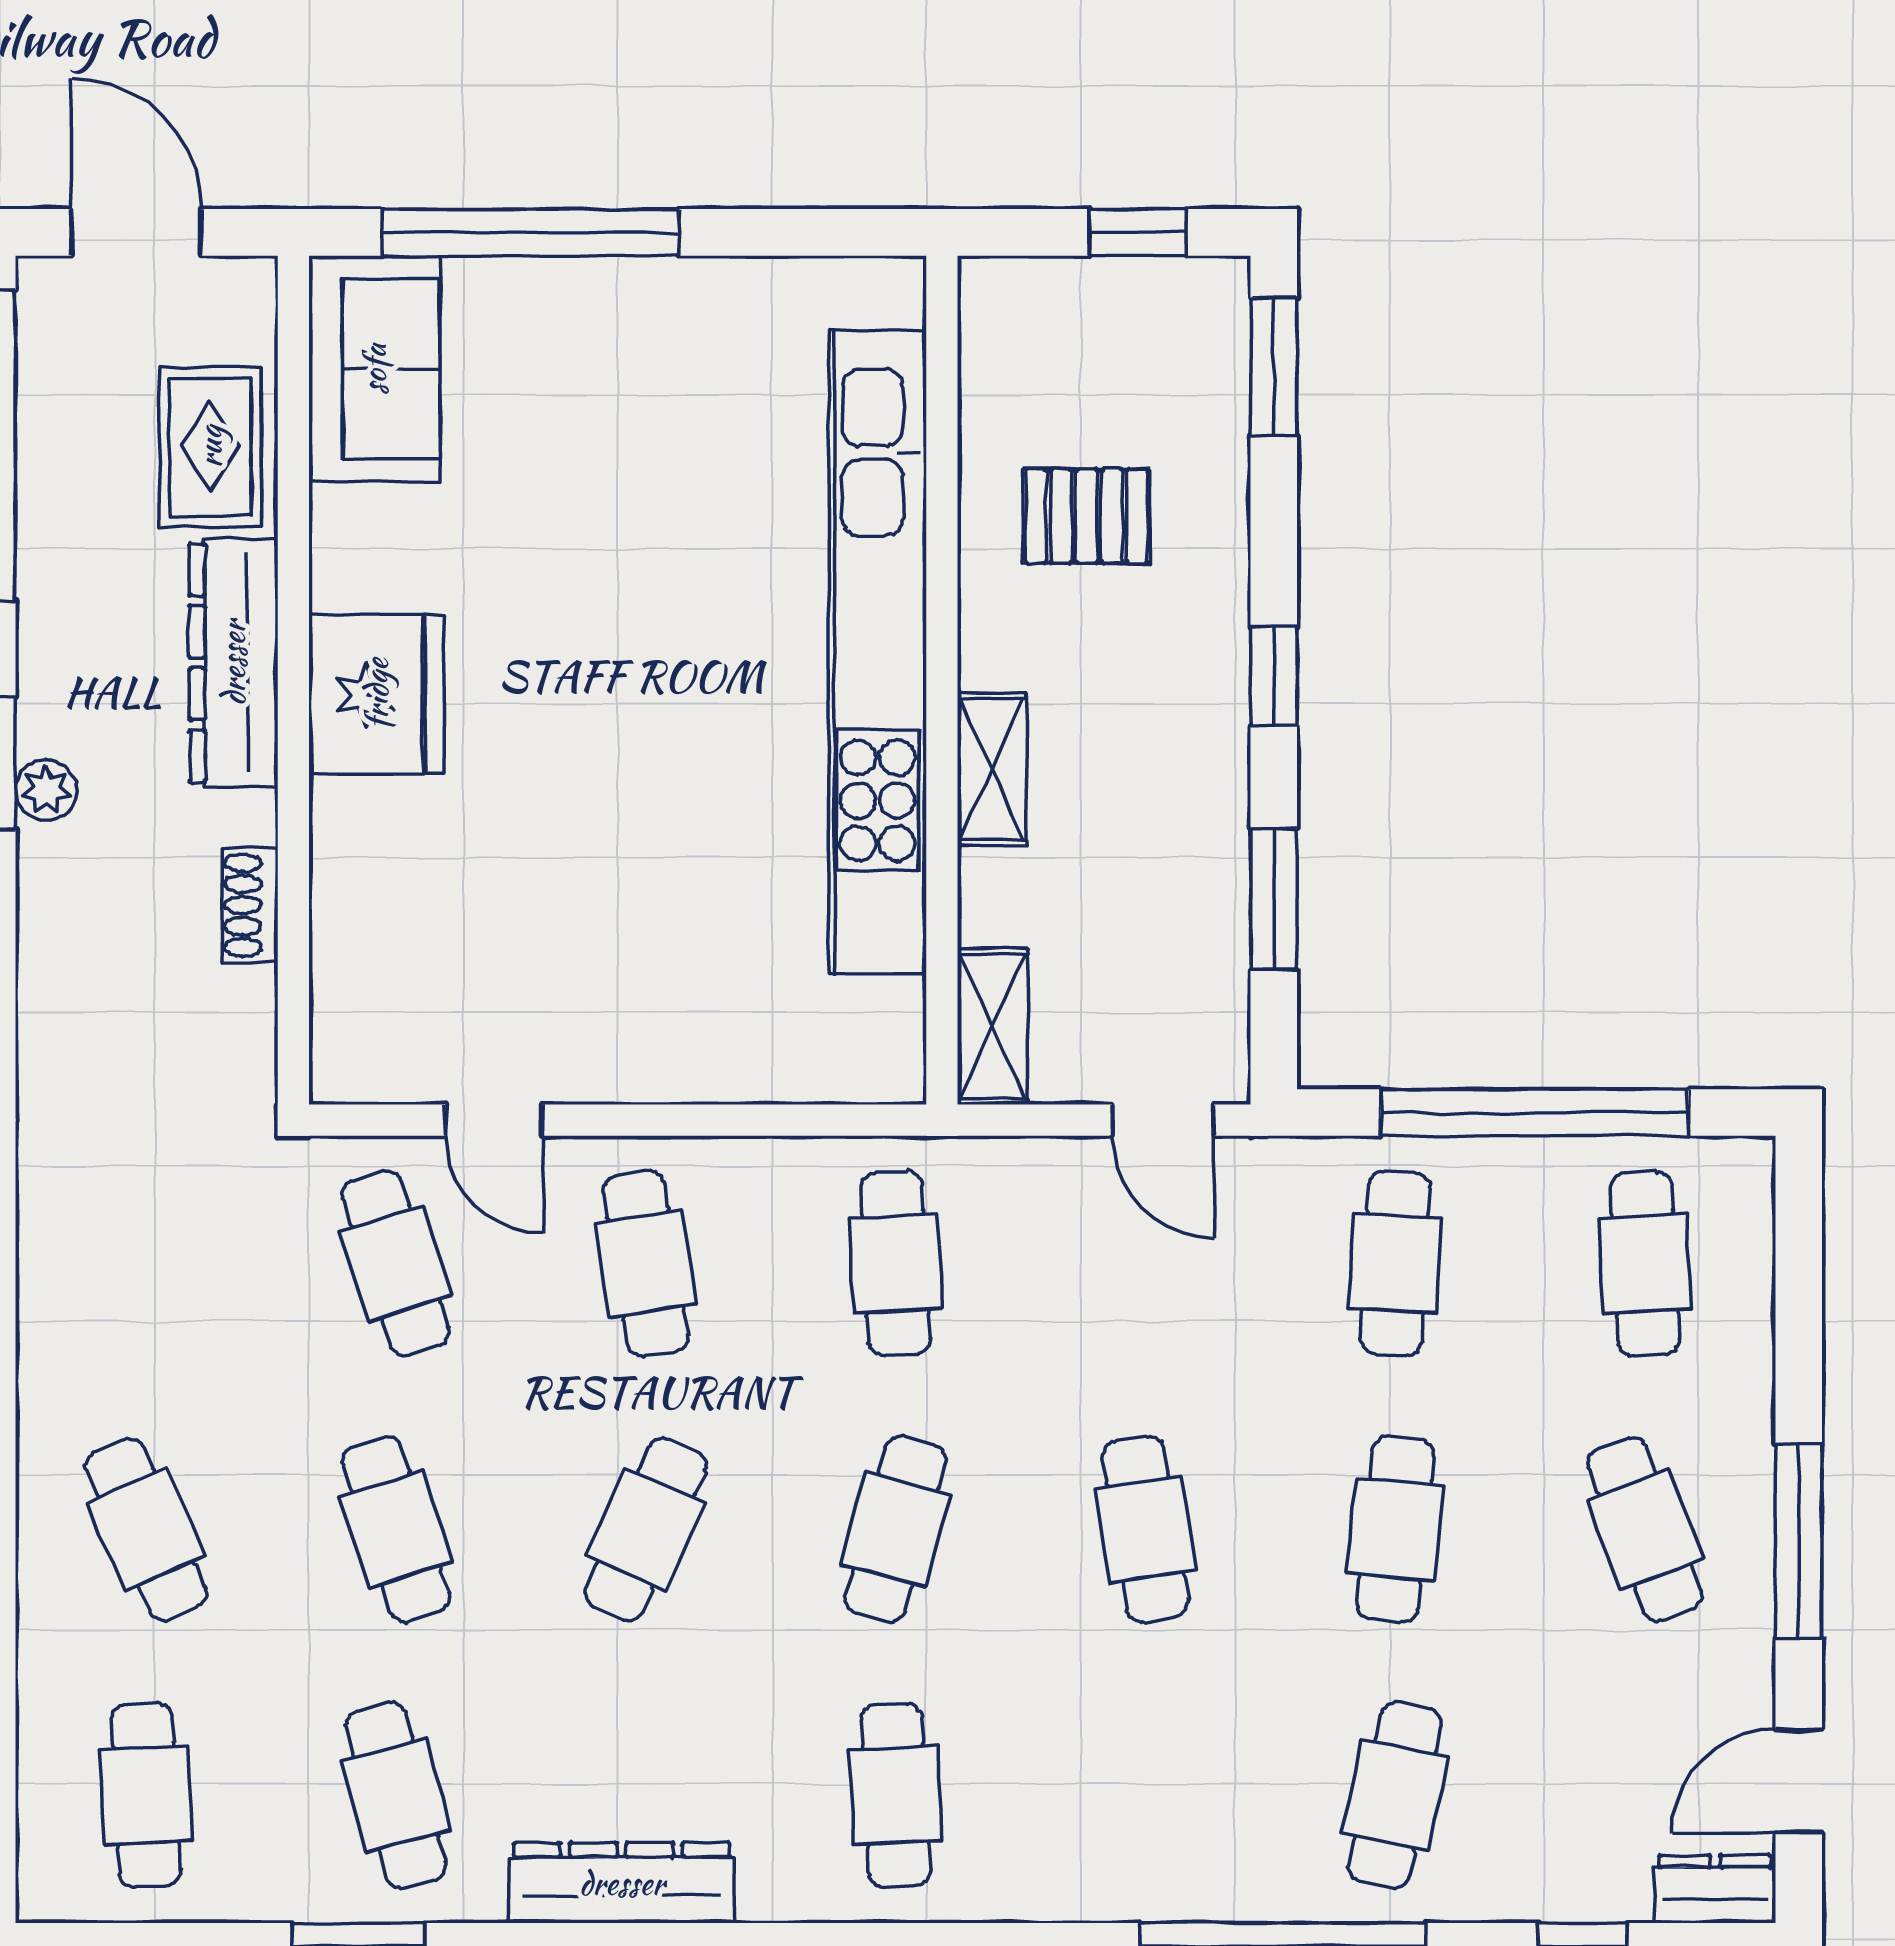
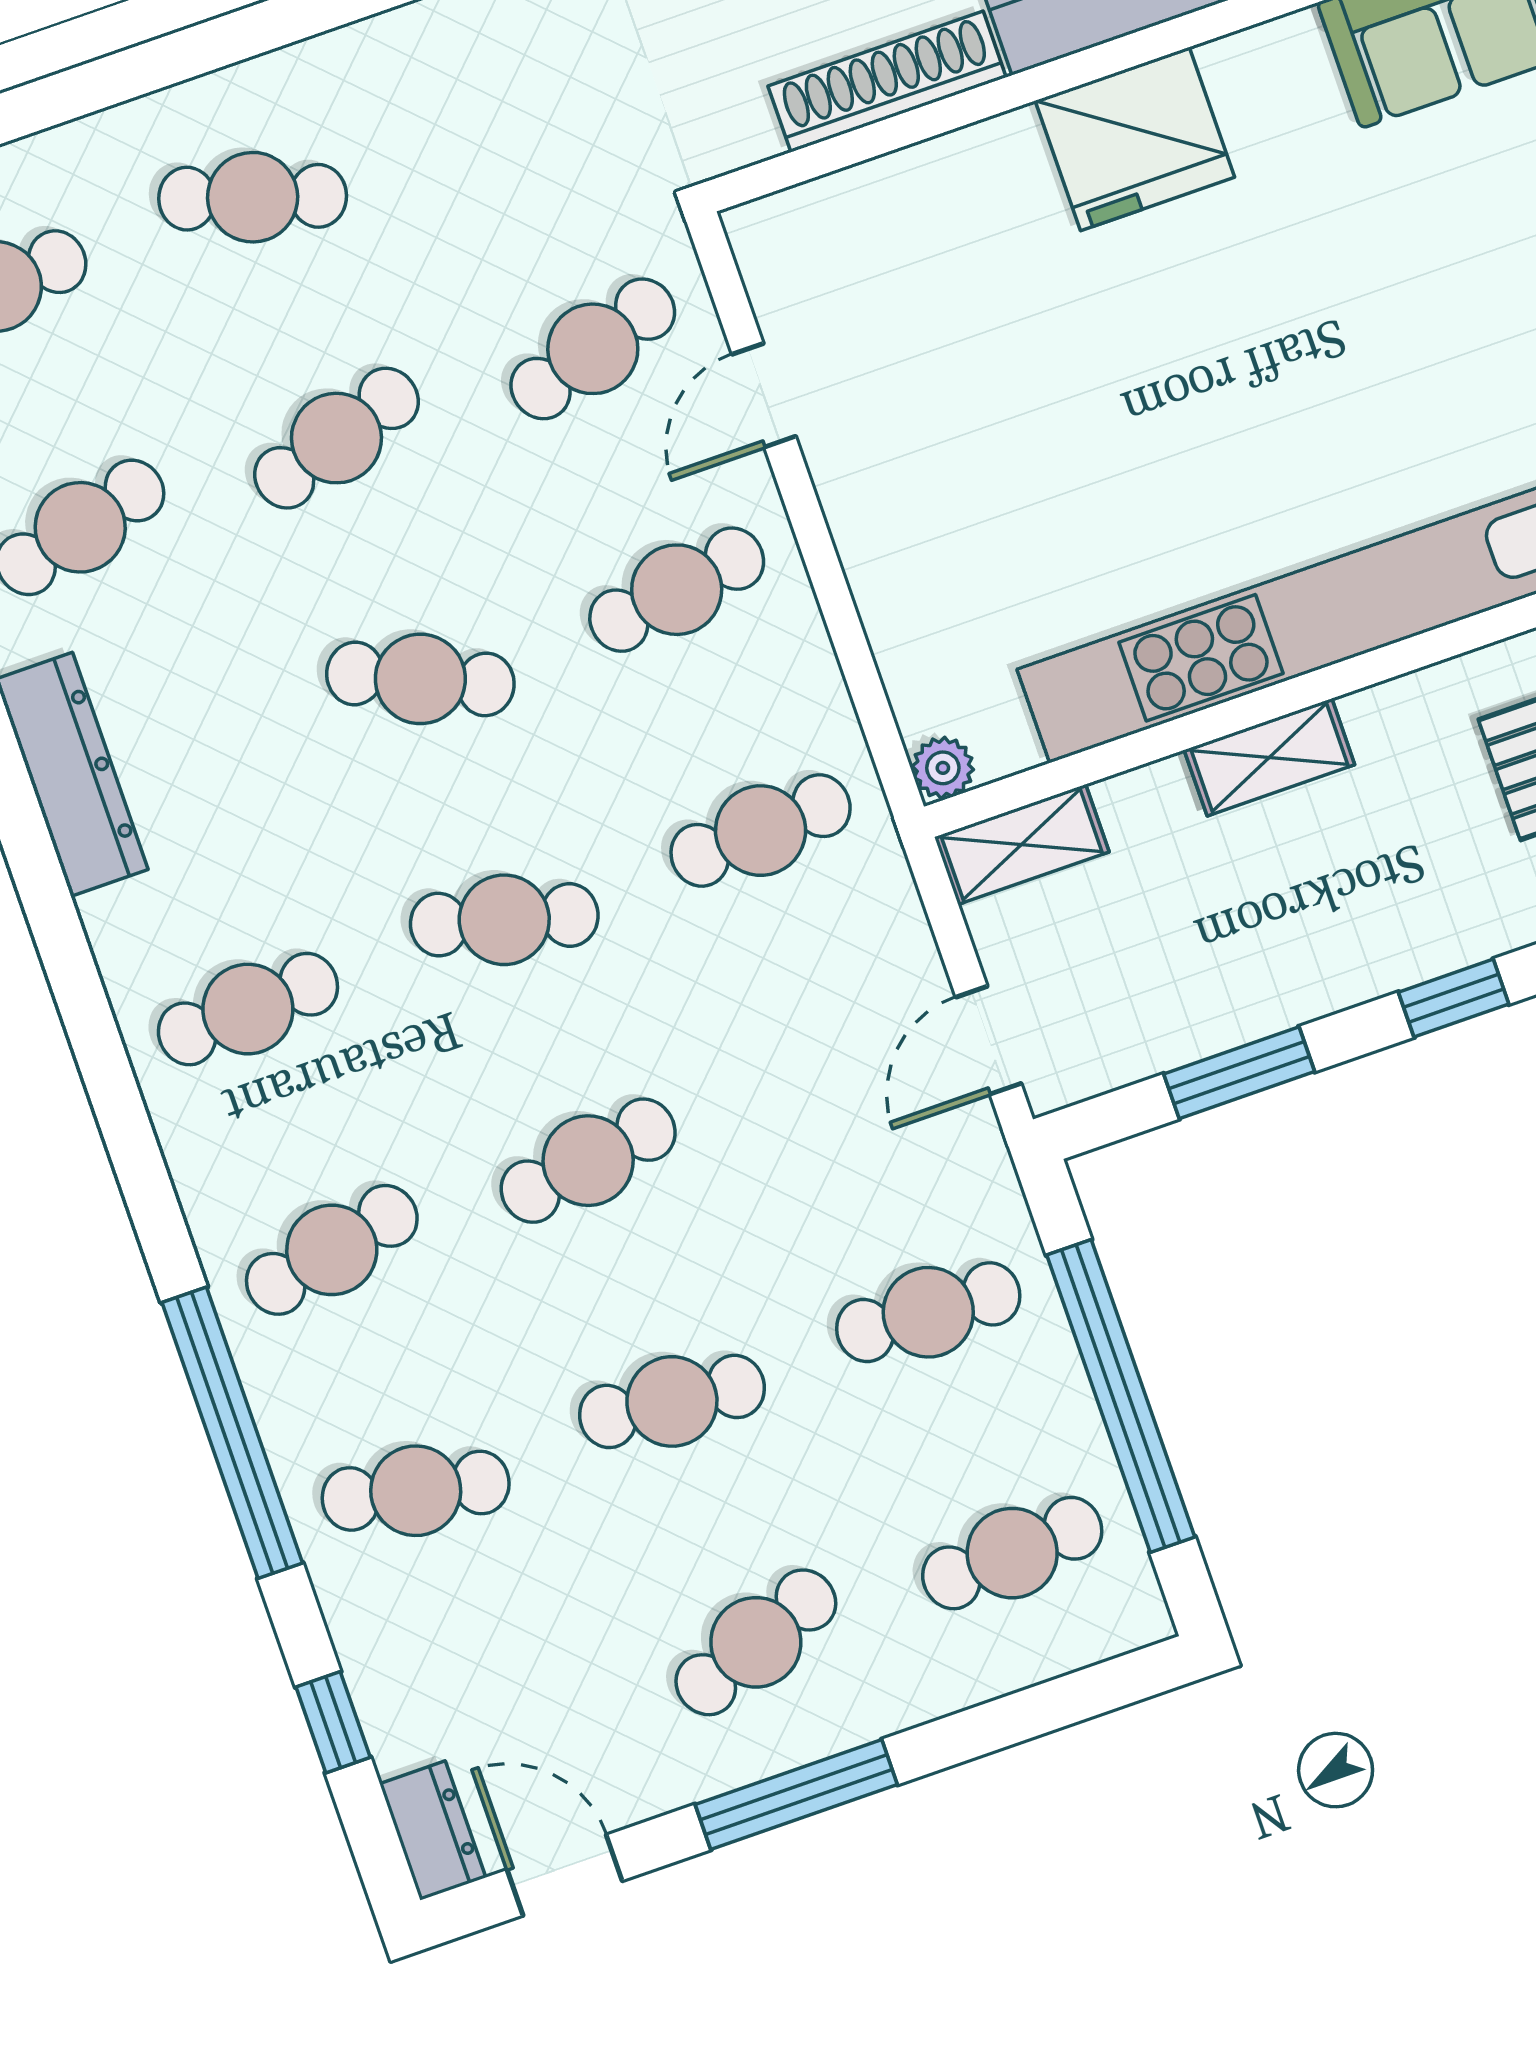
shoe rack: (250, 905) -> (887, 82), width x1.94, depth x1.24
plant: (896, 1075) -> (943, 768), added
cafe table: (146, 1529) -> (253, 197), turned 42
cafe table: (1145, 1795) -> (332, 1250), added

